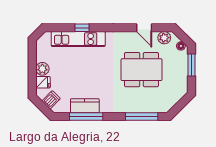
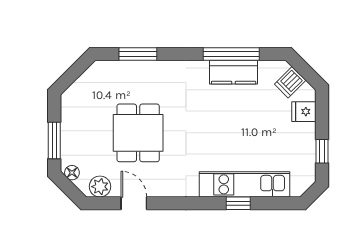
window: (32, 59) -> (322, 151), added
plant: (42, 69) -> (305, 134), removed
dining table: (142, 70) -> (138, 133), width x0.73
window: (142, 116) -> (138, 54), width x0.69

